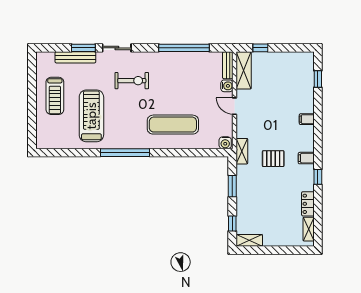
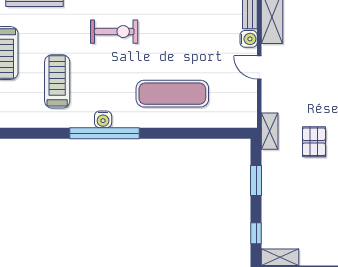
treadmill: (91, 116) -> (57, 81), width x0.73, depth x0.73
water cooler: (225, 143) -> (103, 119), moved
pallet: (273, 159) -> (314, 142), turned 90

